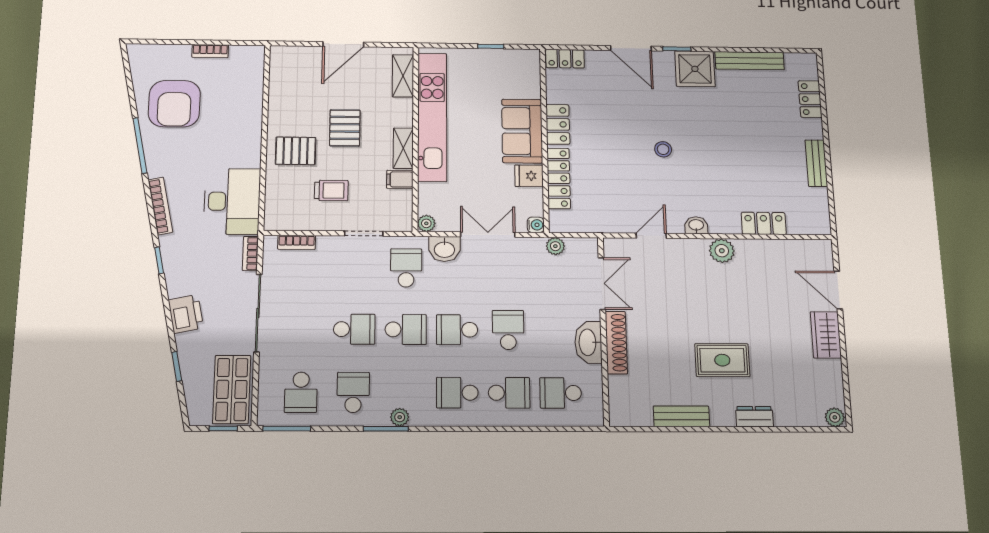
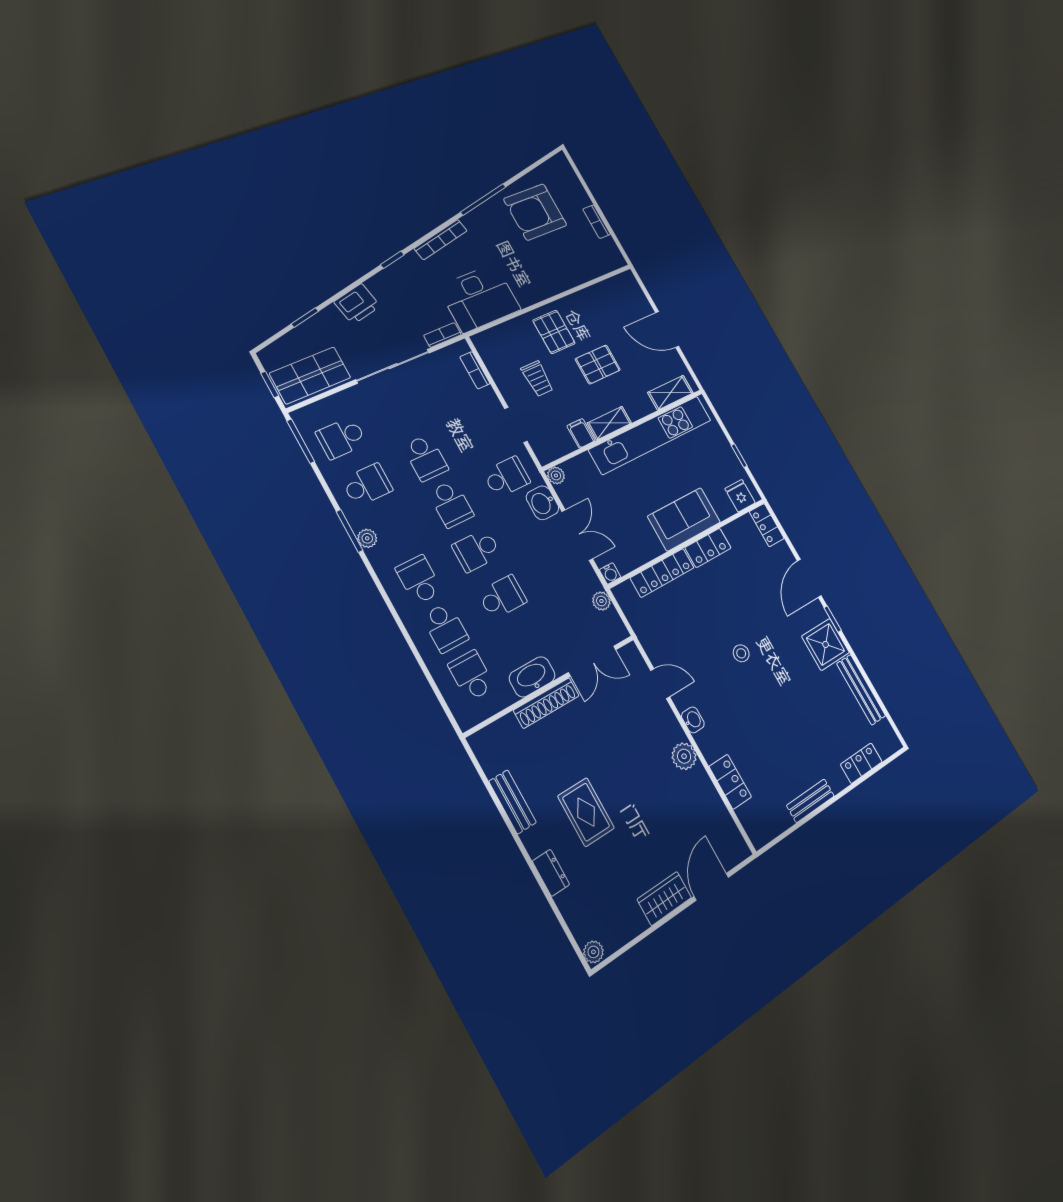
fridge: (529, 176) -> (740, 496), moved
school desk: (457, 330) -> (477, 550), turned -90

